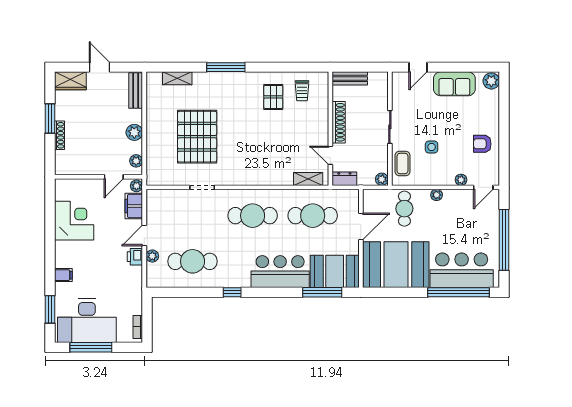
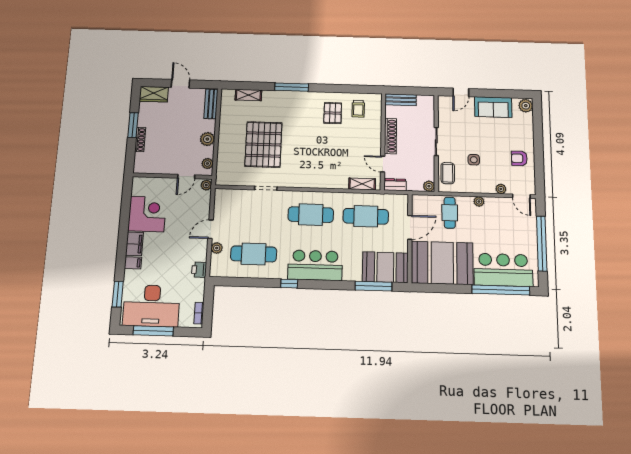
door: (483, 187) -> (521, 196), hinge flipped
filing cabinet: (134, 206) -> (134, 244), moved, turned 180
printer: (135, 257) -> (199, 270), moved
bar counter: (280, 272) -> (315, 265), moved

